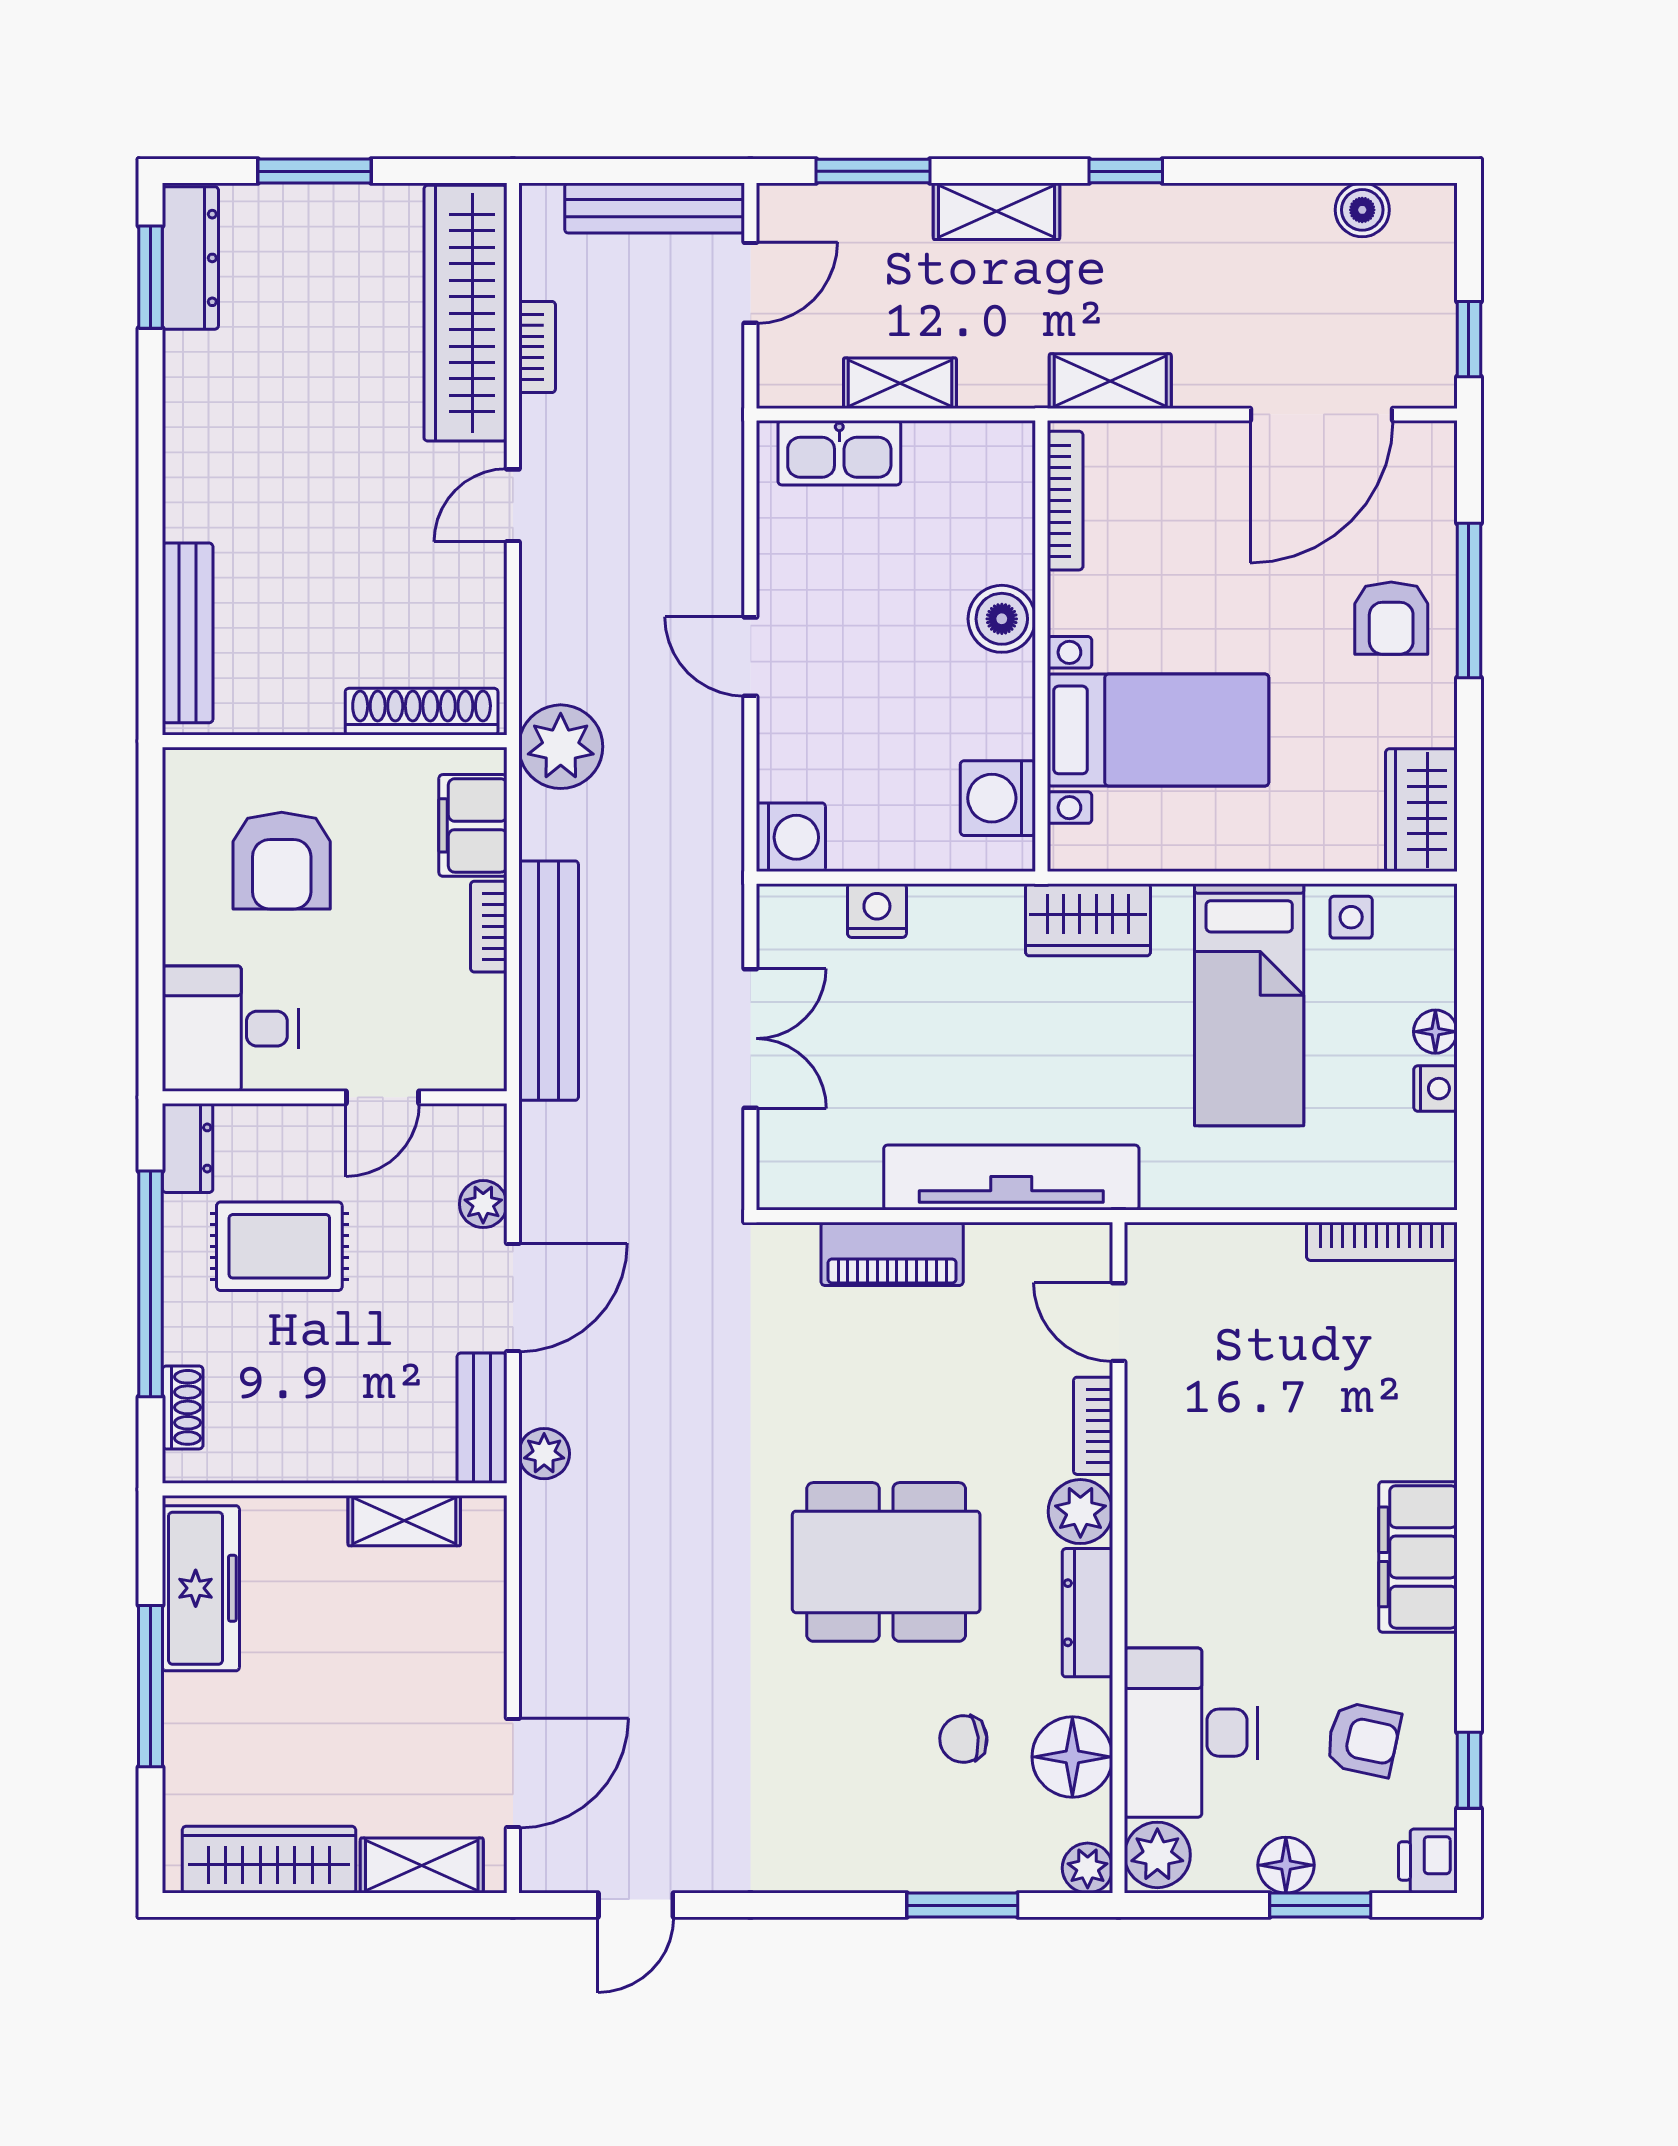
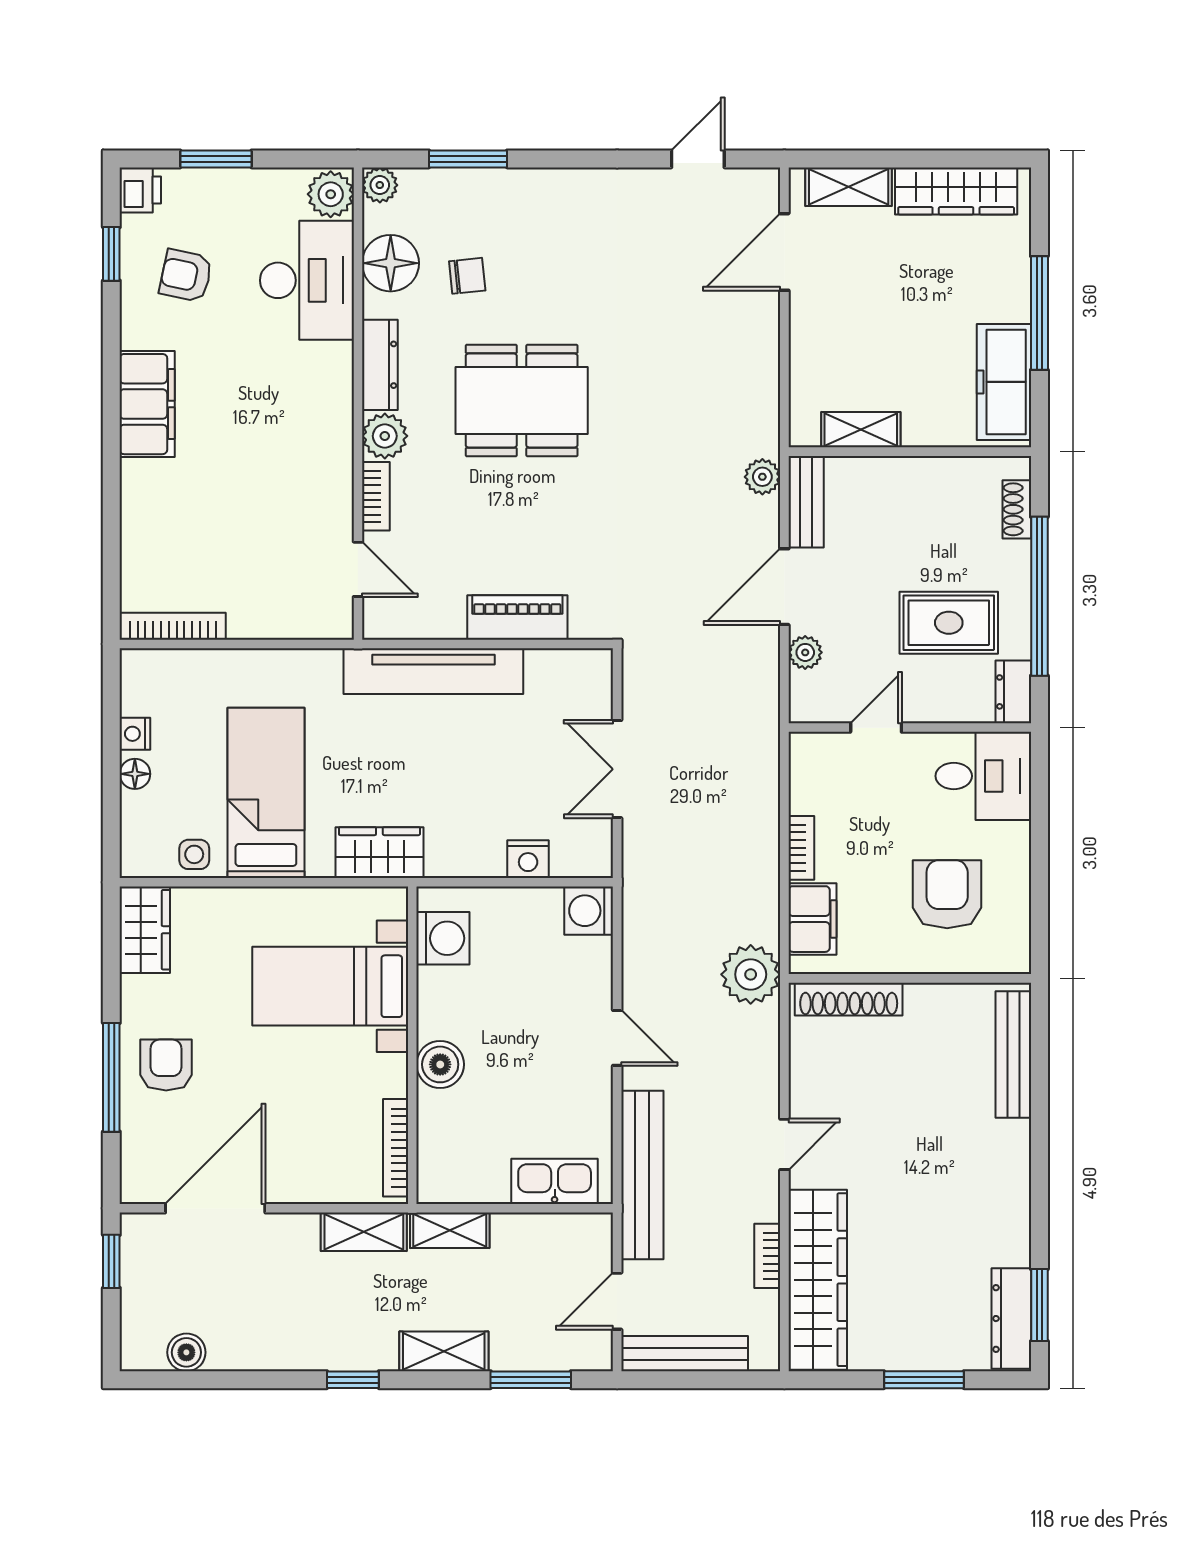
shelving: (900, 383) -> (450, 1230), moved
bench: (549, 981) -> (642, 1175), moved
floor lamp: (1286, 1865) -> (240, 187), removed

